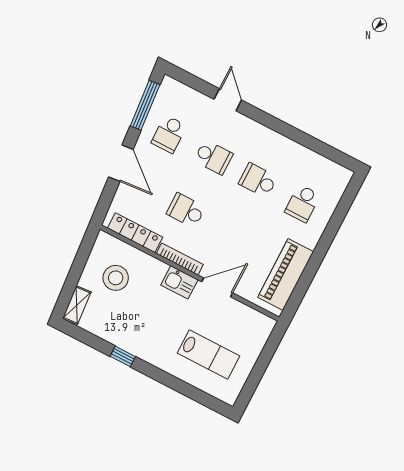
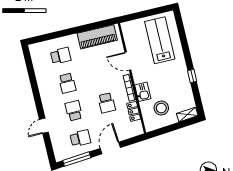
locker: (135, 233) -> (134, 111), width x0.66
kitchen sink: (179, 282) -> (143, 92), moved
lab bench: (208, 355) -> (160, 40), width x1.36, depth x1.39

